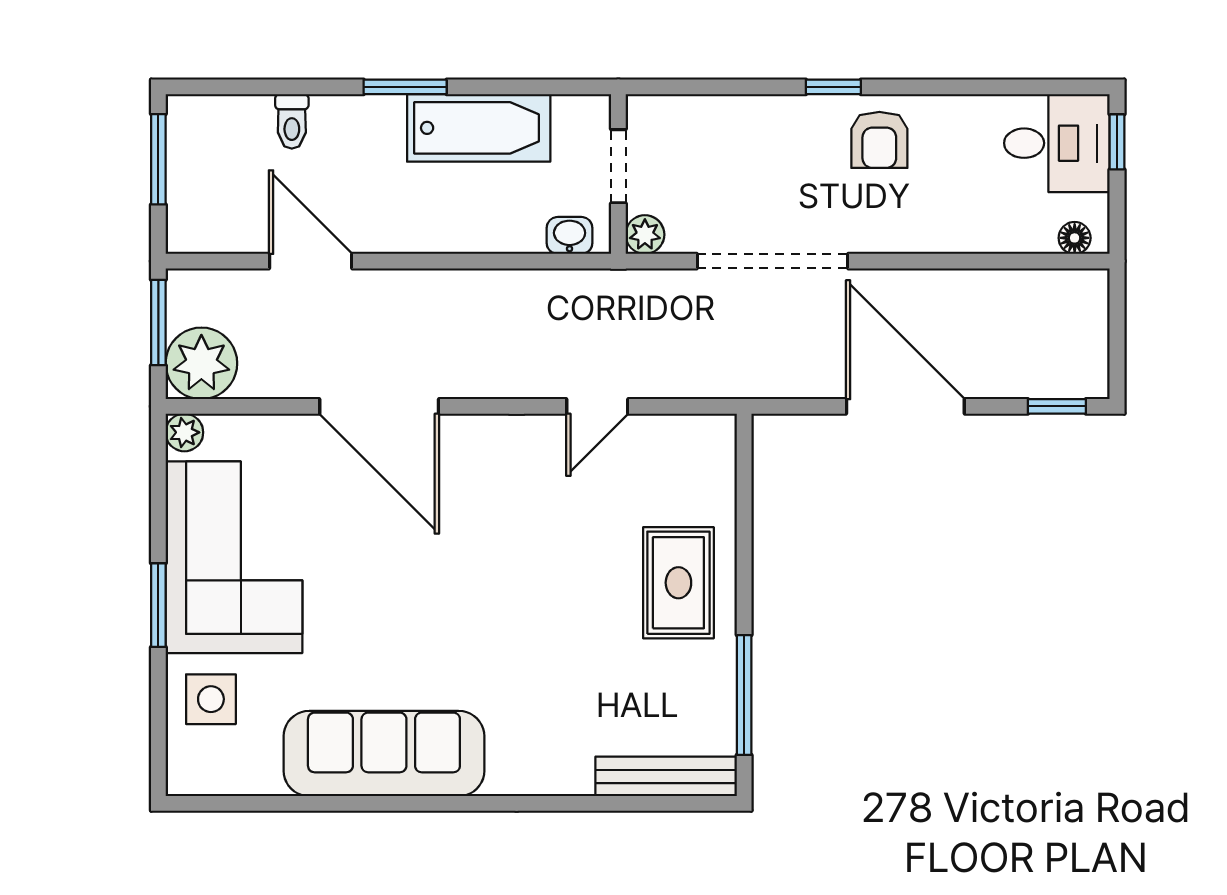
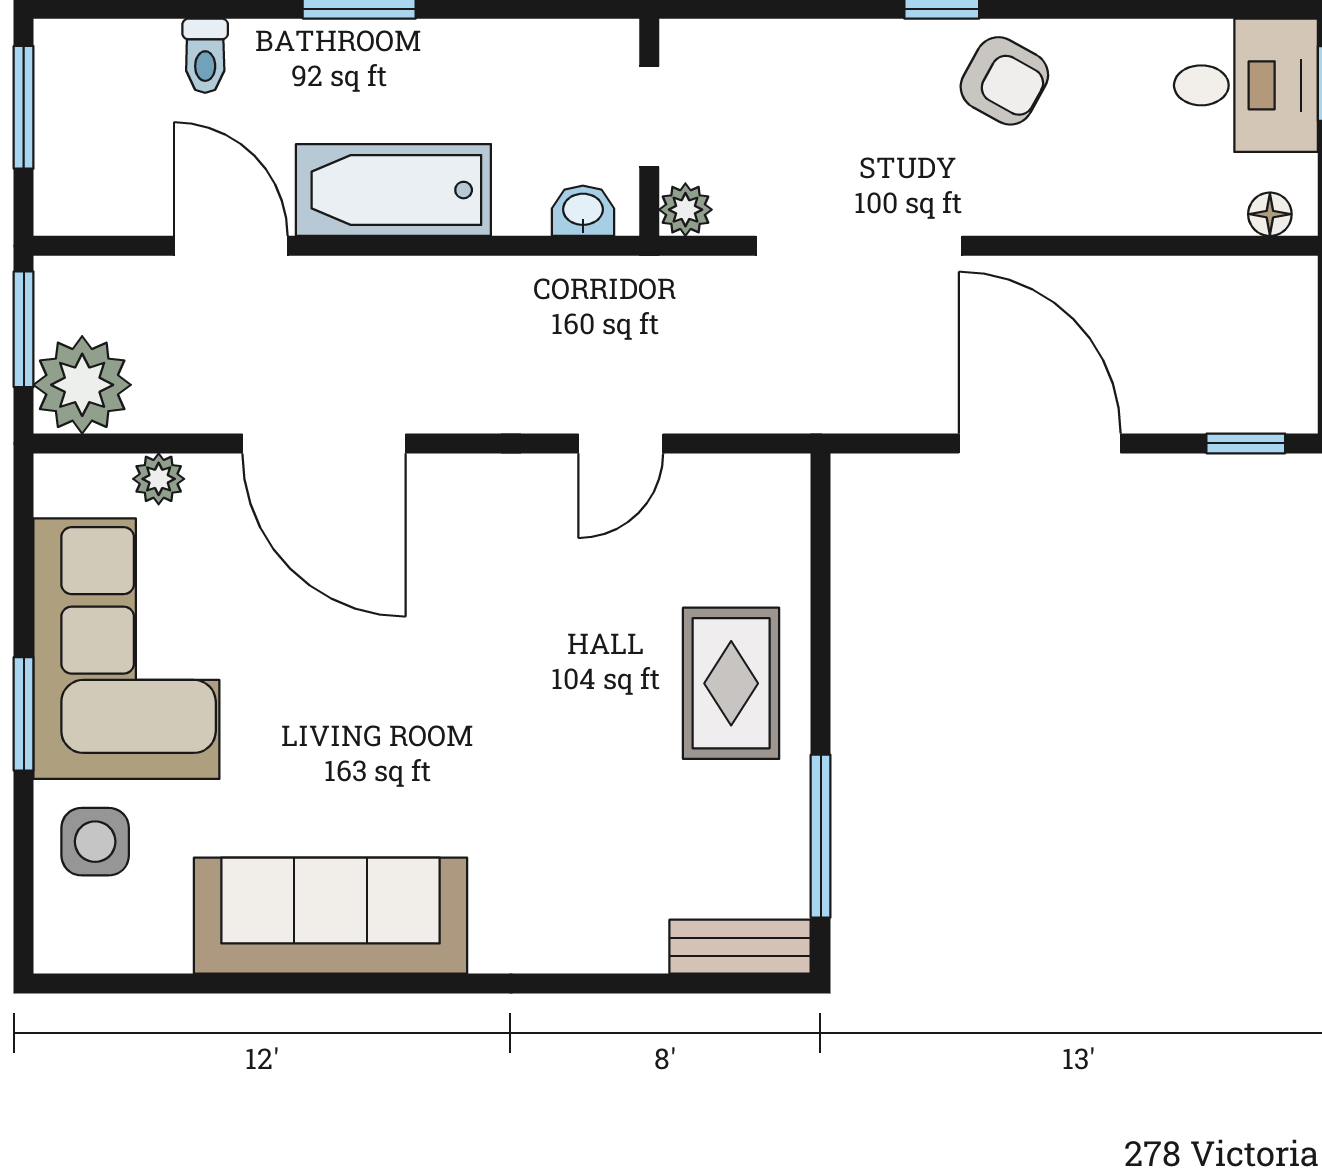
bathtub: (479, 128) -> (393, 190), moved, turned 180
armchair: (879, 140) -> (1004, 81), turned -61
plant: (184, 432) -> (159, 479), moved
bench: (666, 776) -> (740, 947), width x0.73

